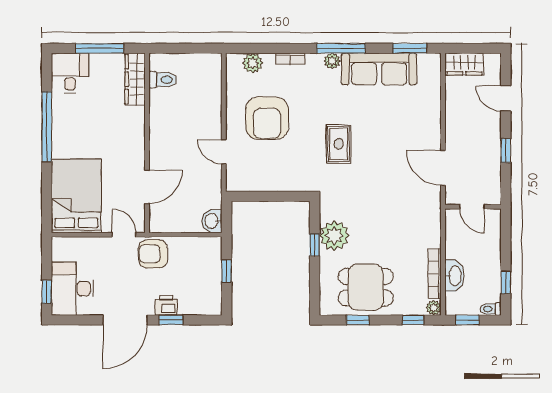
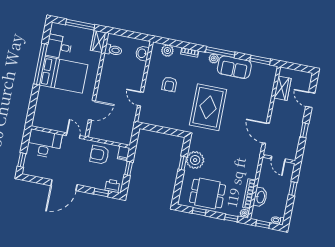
wardrobe: (464, 64) -> (283, 88), moved, turned -90
sofa: (379, 69) -> (234, 67), width x0.73
desk: (70, 73) -> (59, 47), moved, turned -90
wardrobe: (135, 79) -> (98, 41), width x0.67
armchair: (267, 118) -> (169, 84), width x0.53, depth x0.53
rug: (339, 144) -> (208, 107), width x1.86, depth x2.06
bed: (76, 196) -> (64, 75), moved, turned 90
washbasin: (212, 221) -> (142, 53), moved
filing cabinet: (214, 248) -> (124, 153), added
armchair: (153, 254) -> (99, 155), moved
window: (506, 282) -> (293, 189), moved
desk: (72, 289) -> (44, 144), moved, turned 90
printer: (166, 305) -> (112, 186), moved
window: (171, 320) -> (101, 192), moved

